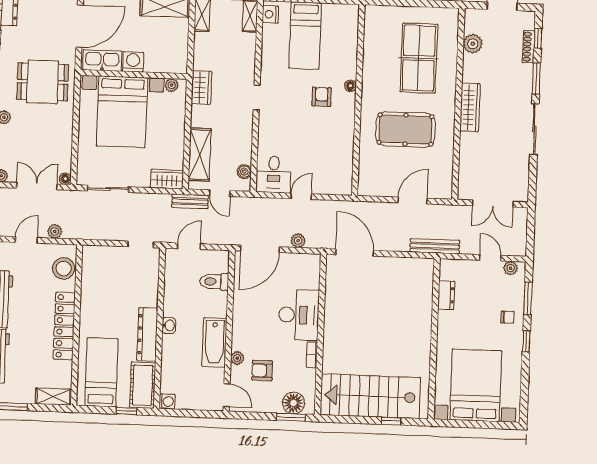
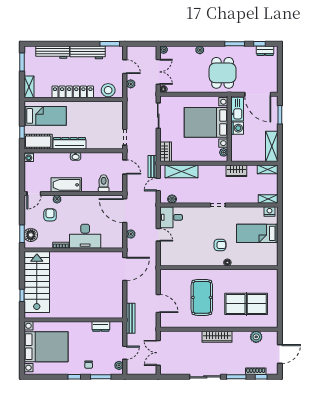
wardrobe: (201, 88) -> (236, 171), moved

